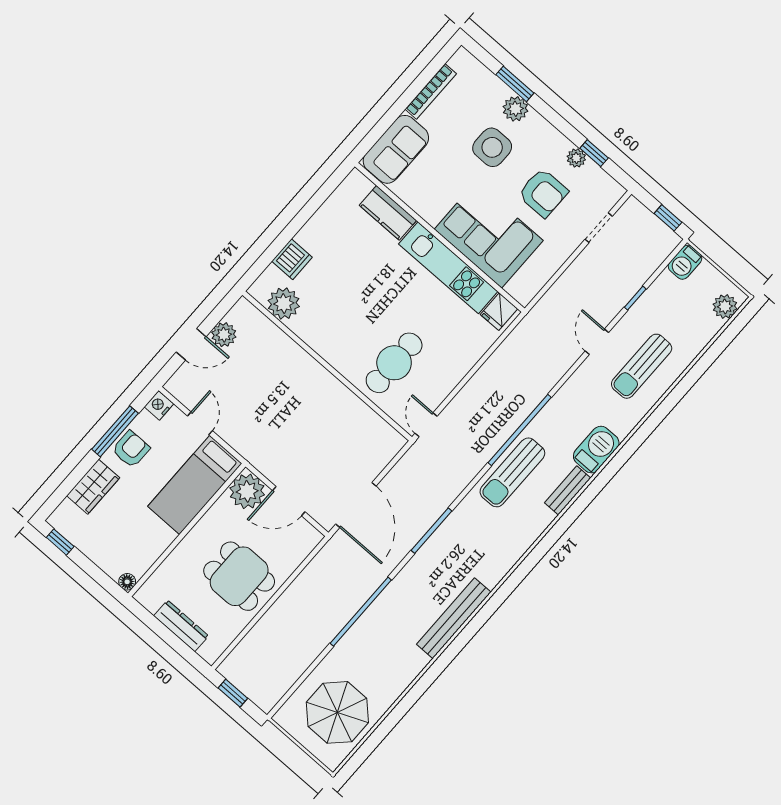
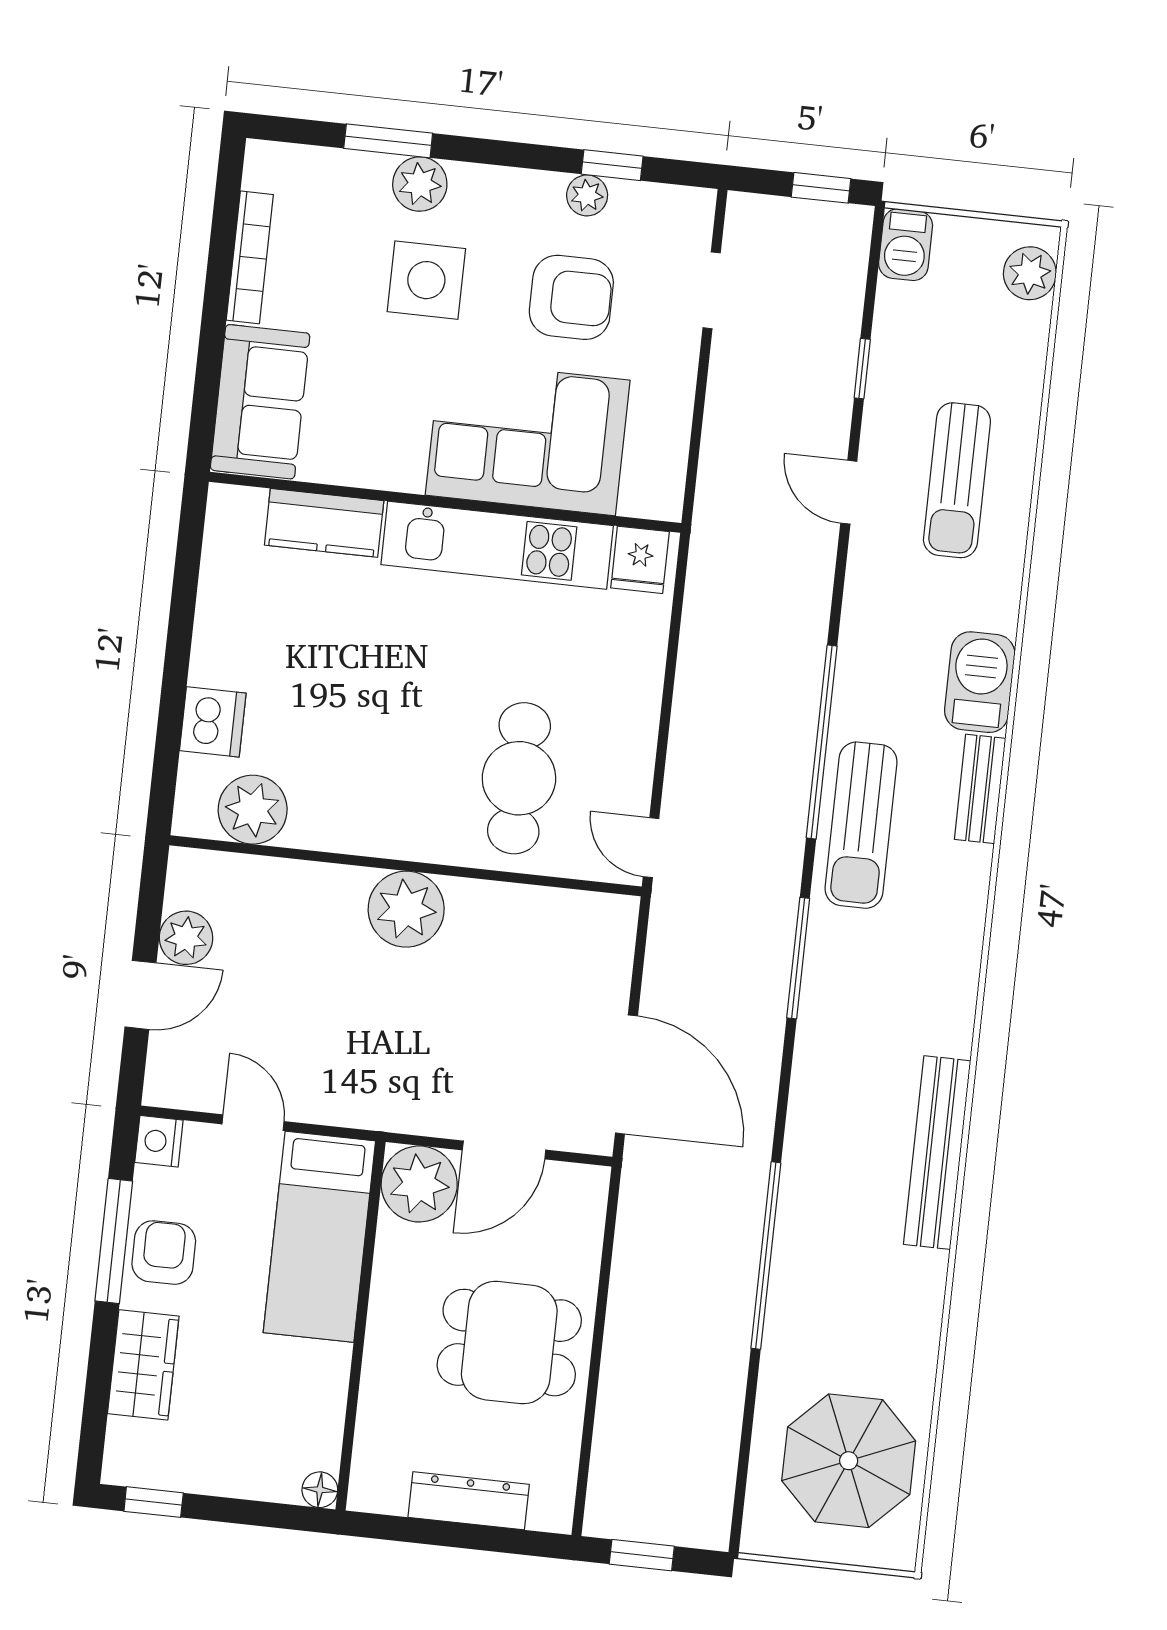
plant: (316, 383) -> (406, 909), added
window: (432, 531) -> (798, 958), moved

